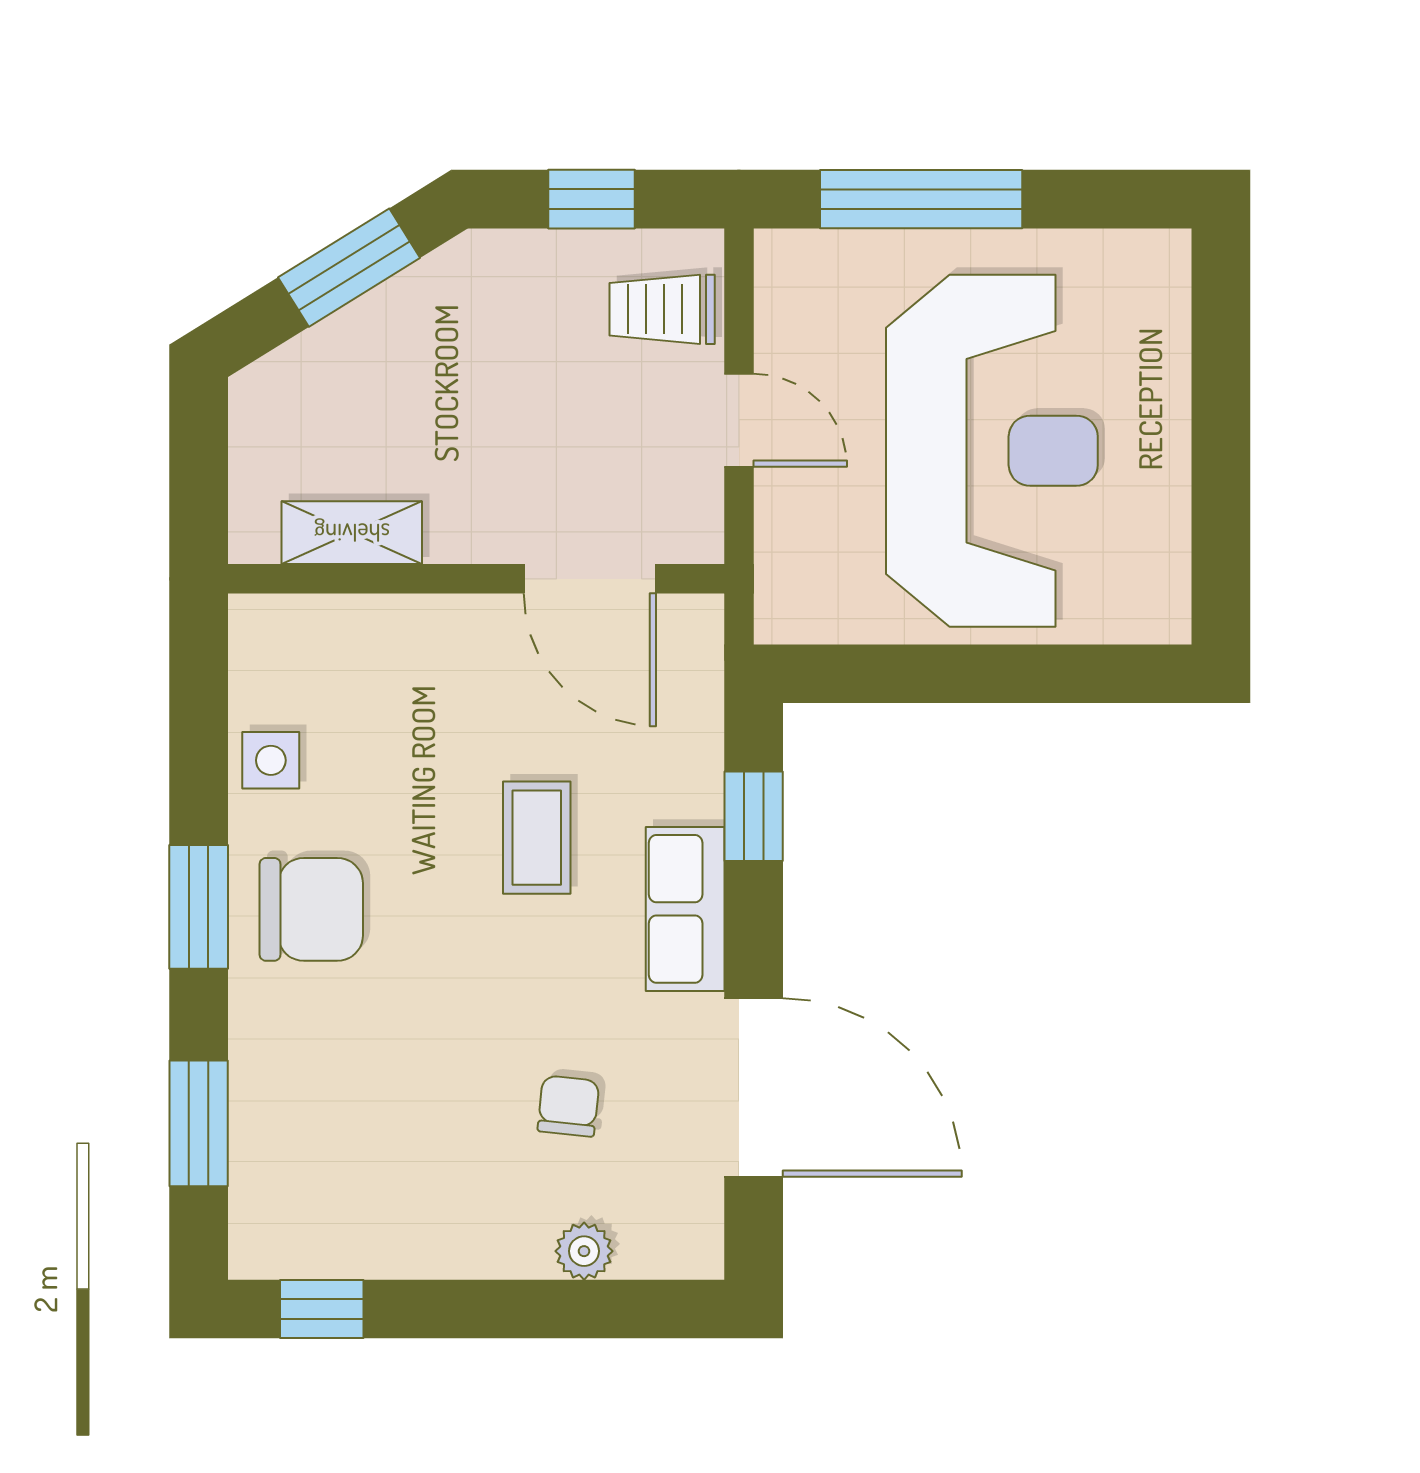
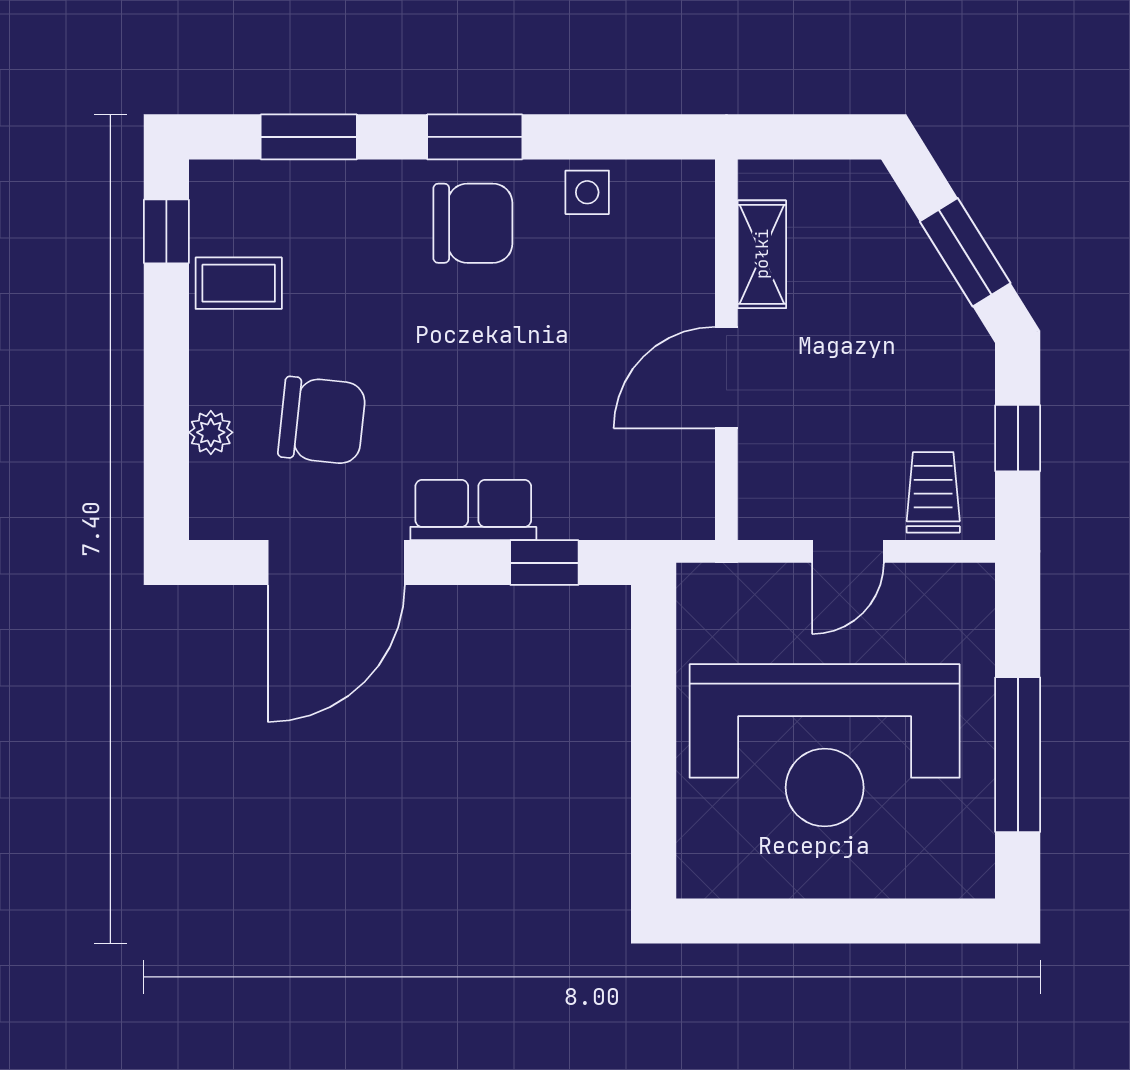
window: (921, 199) -> (1018, 755), moved
door: (590, 579) -> (726, 378), moved
coffee table: (537, 838) -> (239, 283), moved
chair: (311, 909) -> (473, 223), turned -90
chair: (568, 1106) -> (322, 421), width x1.87, depth x1.87

